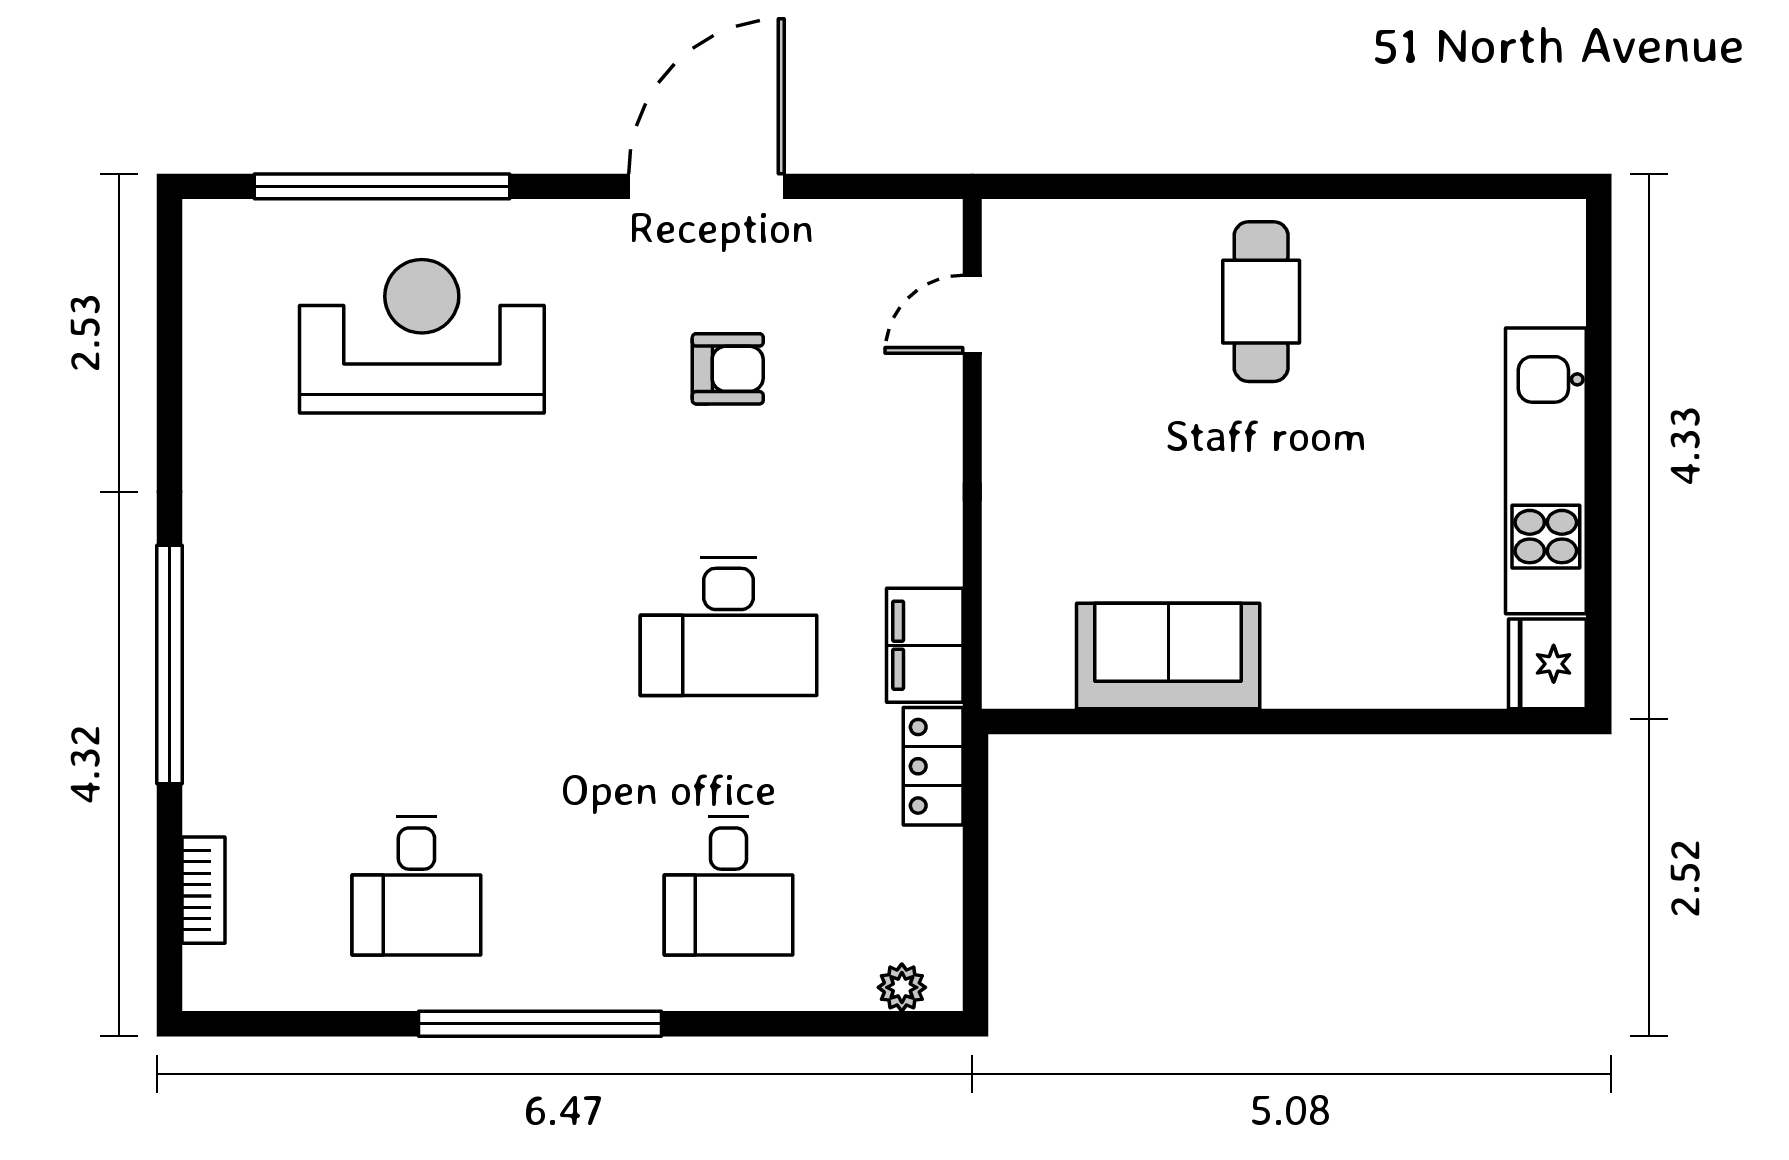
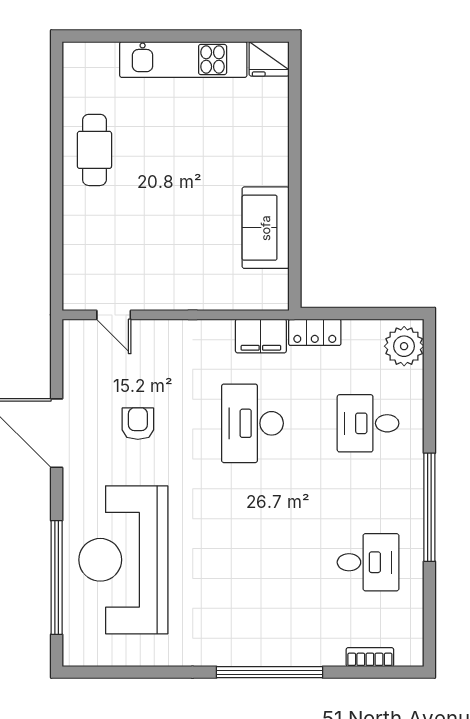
cafe table: (1261, 302) -> (94, 150), moved, turned 90
reception desk: (422, 336) -> (123, 560), width x1.36, depth x1.30
desk: (729, 626) -> (252, 423), turned 180
desk: (729, 886) -> (368, 423), turned 180
plant: (902, 987) -> (404, 346), width x1.87, depth x1.87

